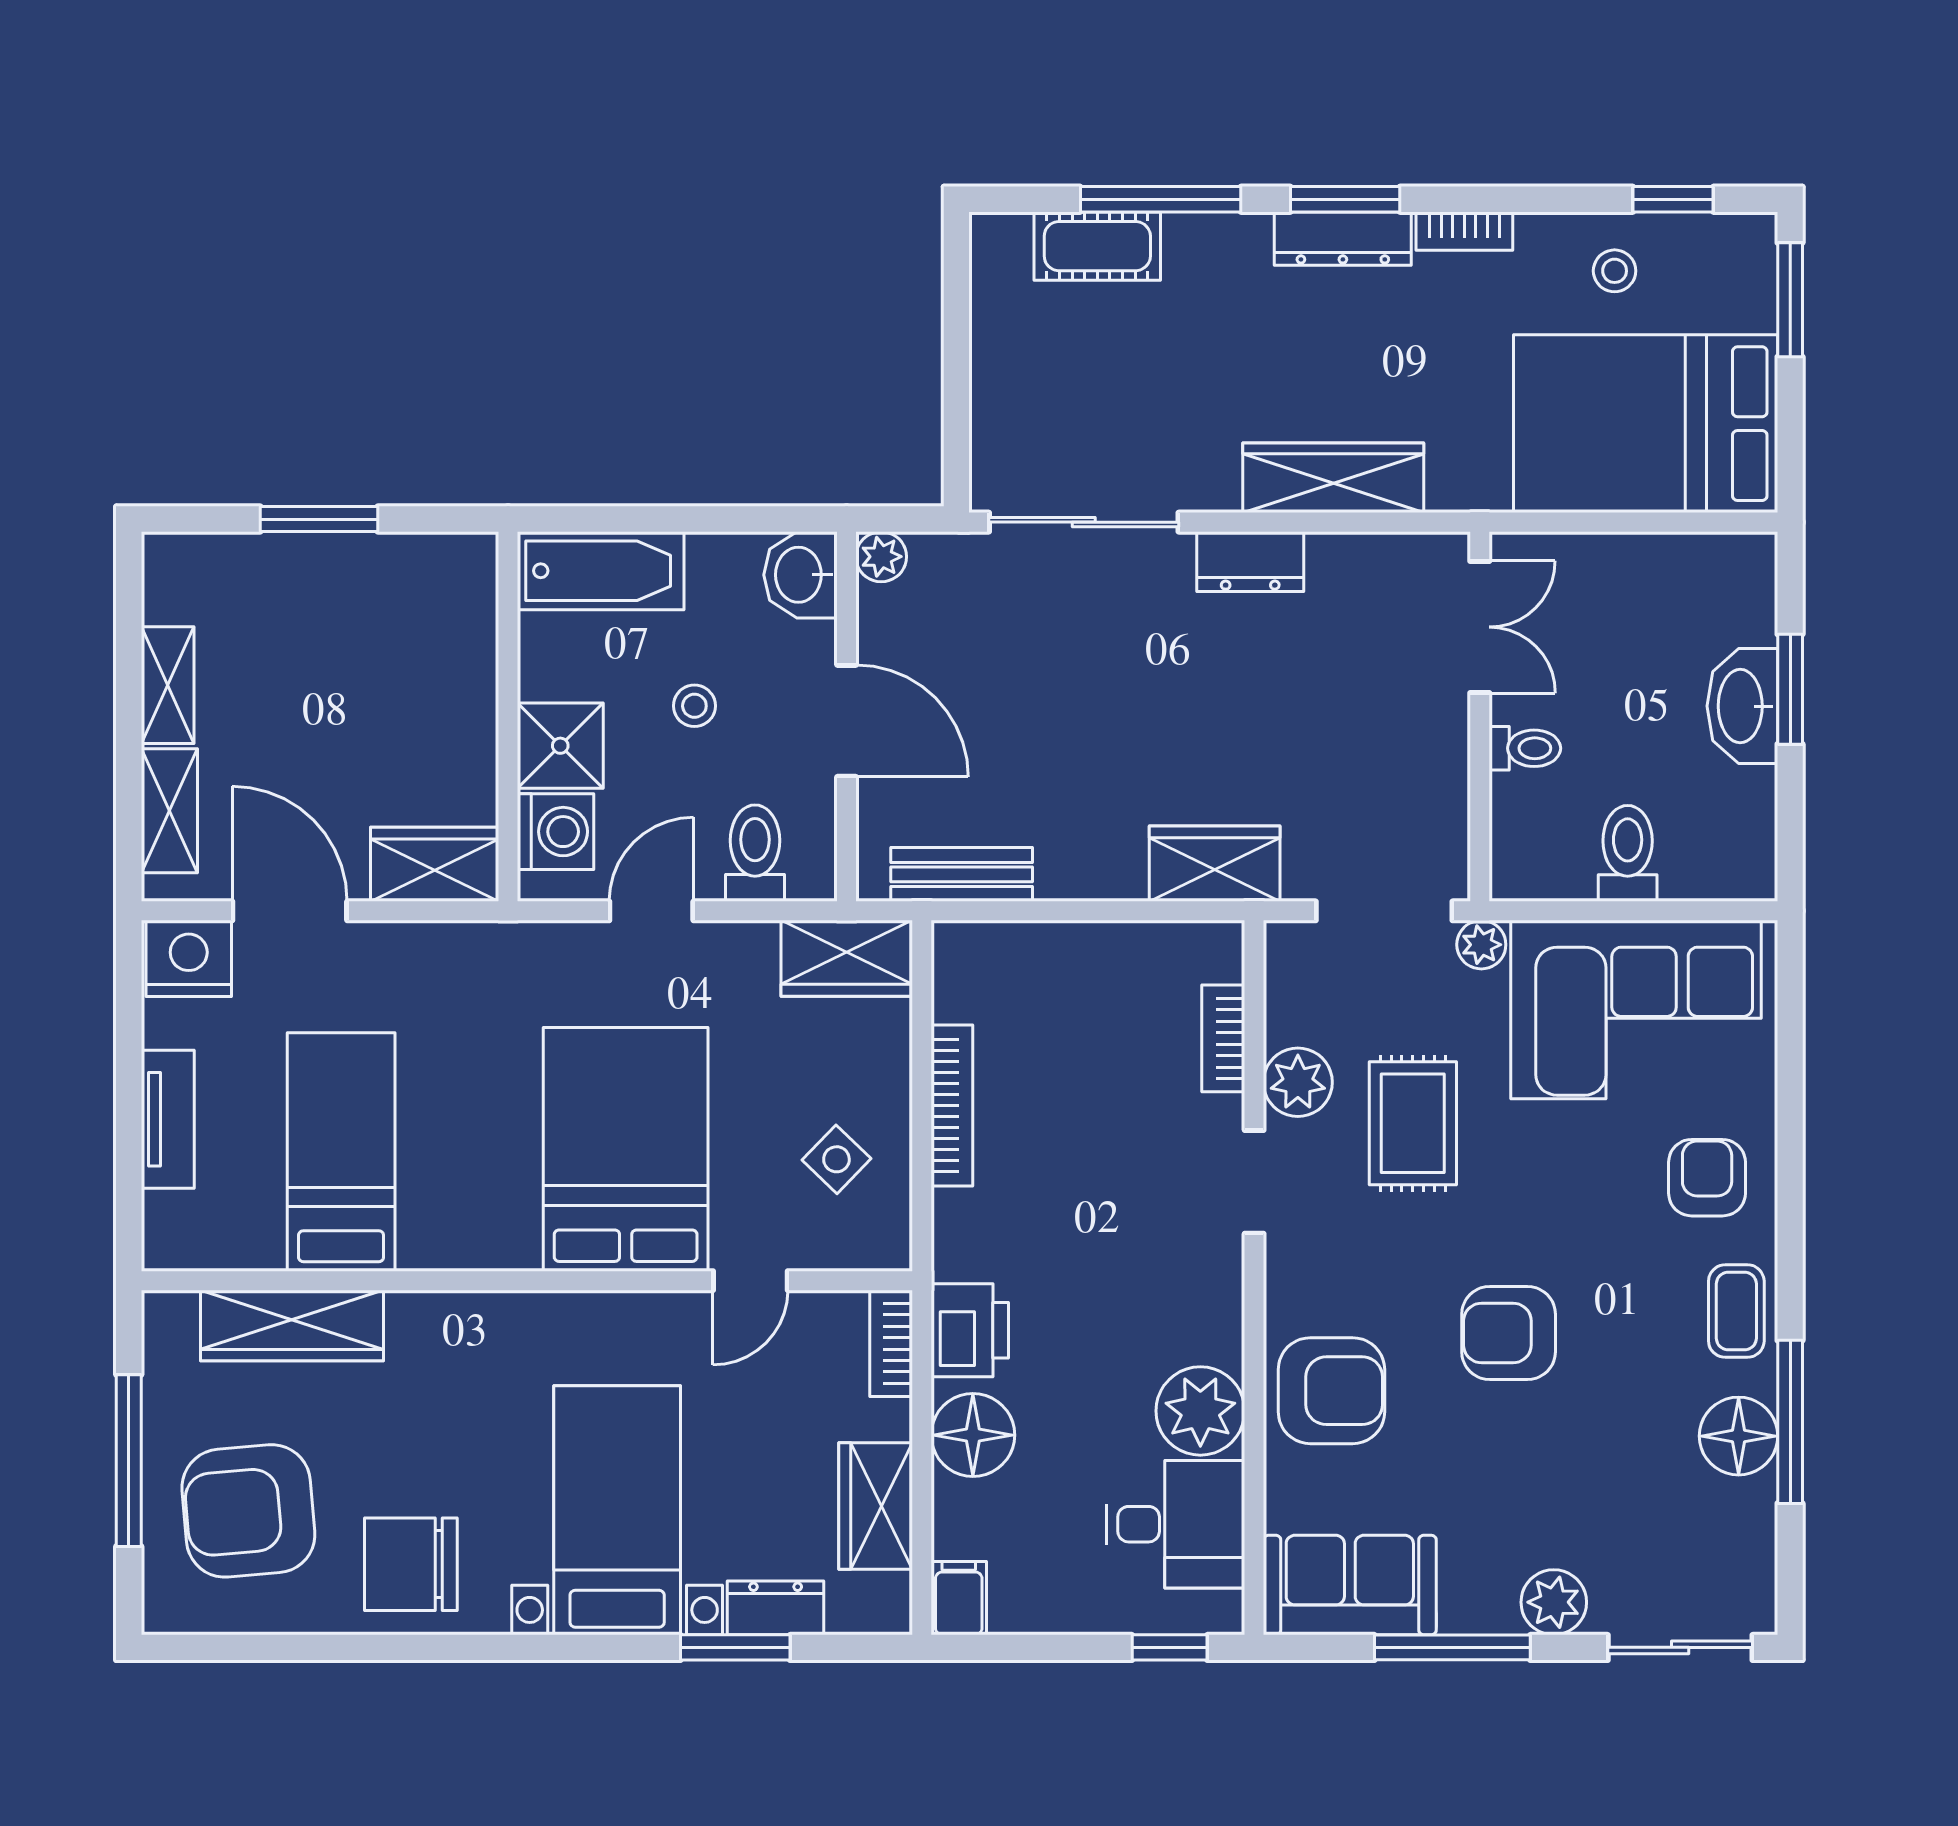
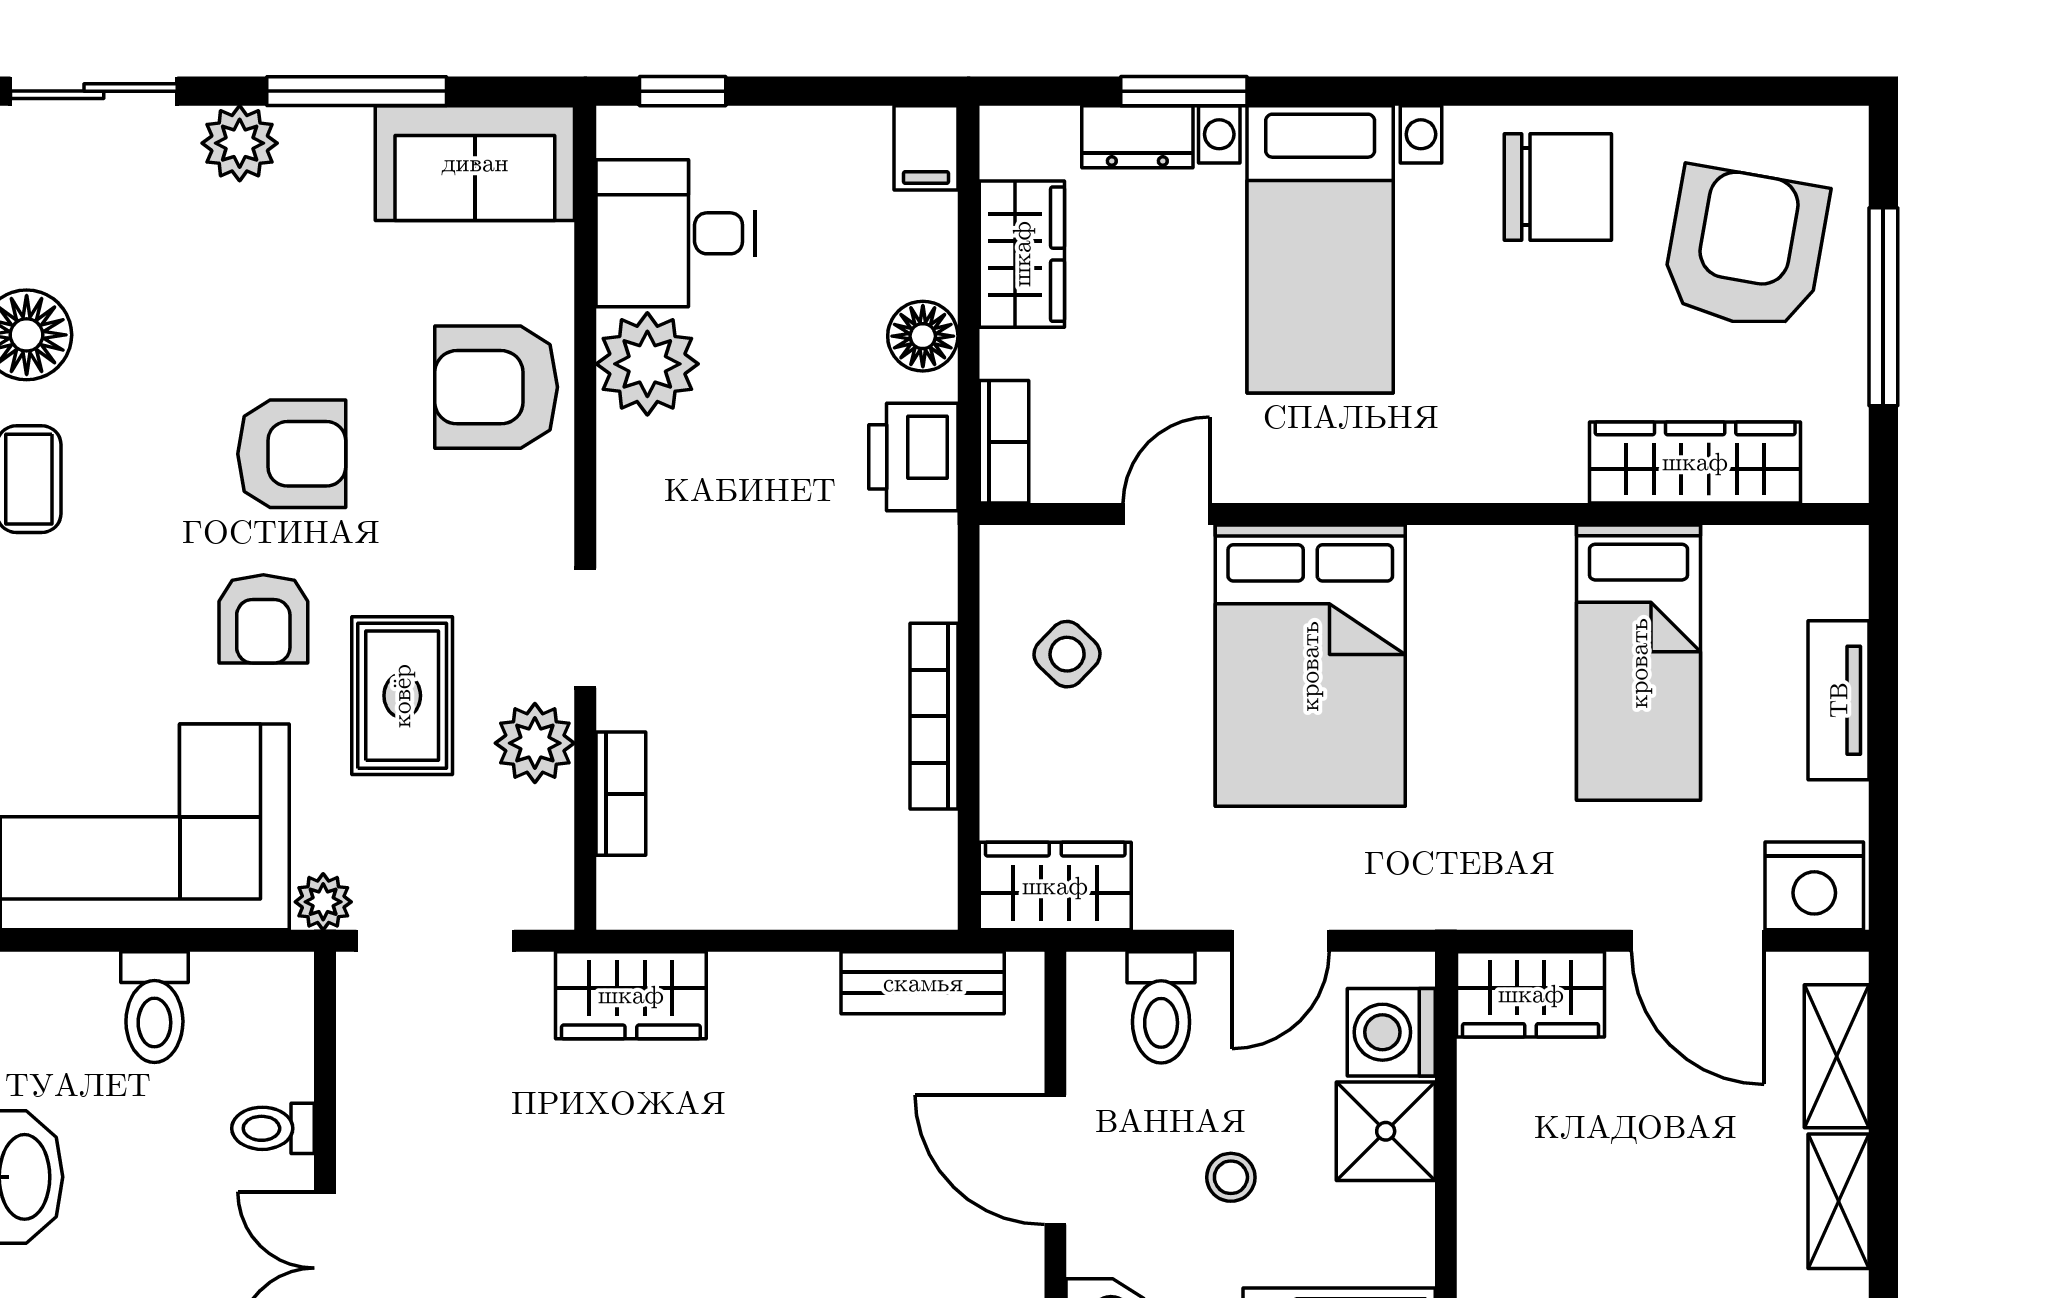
armchair: (1707, 1178) -> (263, 619), moved
floor lamp: (973, 1435) -> (923, 336), width x0.73, depth x0.73
armchair: (248, 1511) -> (1745, 248), turned -75

